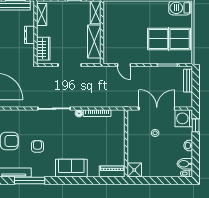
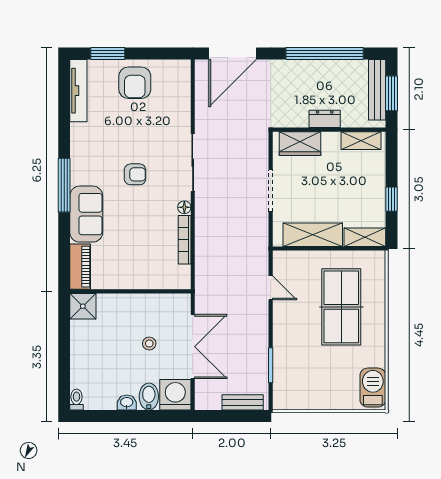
table tennis table: (169, 39) -> (341, 307), moved
door: (124, 65) -> (271, 288), swing flipped
window: (196, 125) -> (163, 416), removed
armchair: (37, 146) -> (135, 174), moved
bidet: (185, 164) -> (149, 397), moved
sofa: (71, 168) -> (86, 214), moved
window: (30, 181) -> (64, 185), moved

